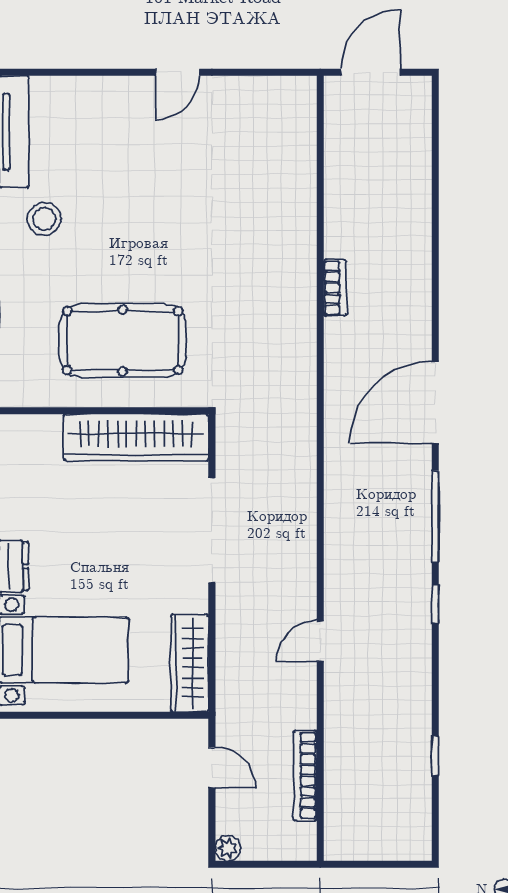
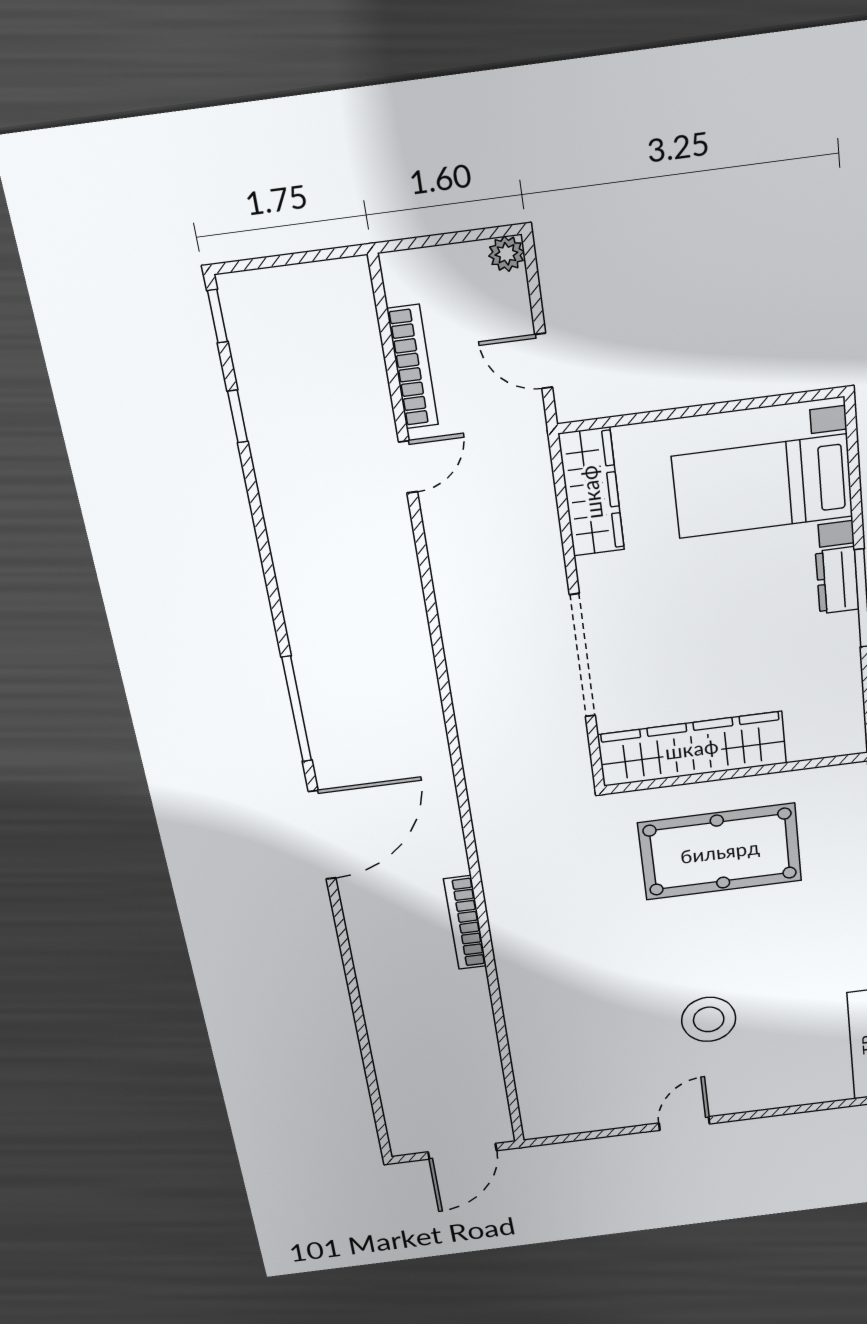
stool: (44, 219) -> (709, 1019), moved, width x1.38, depth x1.38
bookcase: (335, 288) -> (465, 923), width x1.56
window: (435, 604) -> (217, 316), moved
door: (320, 641) -> (408, 467), moved

